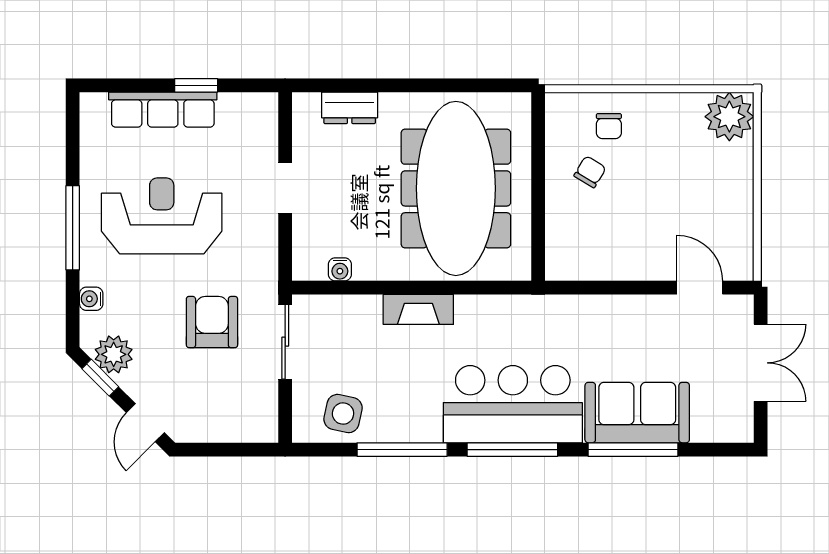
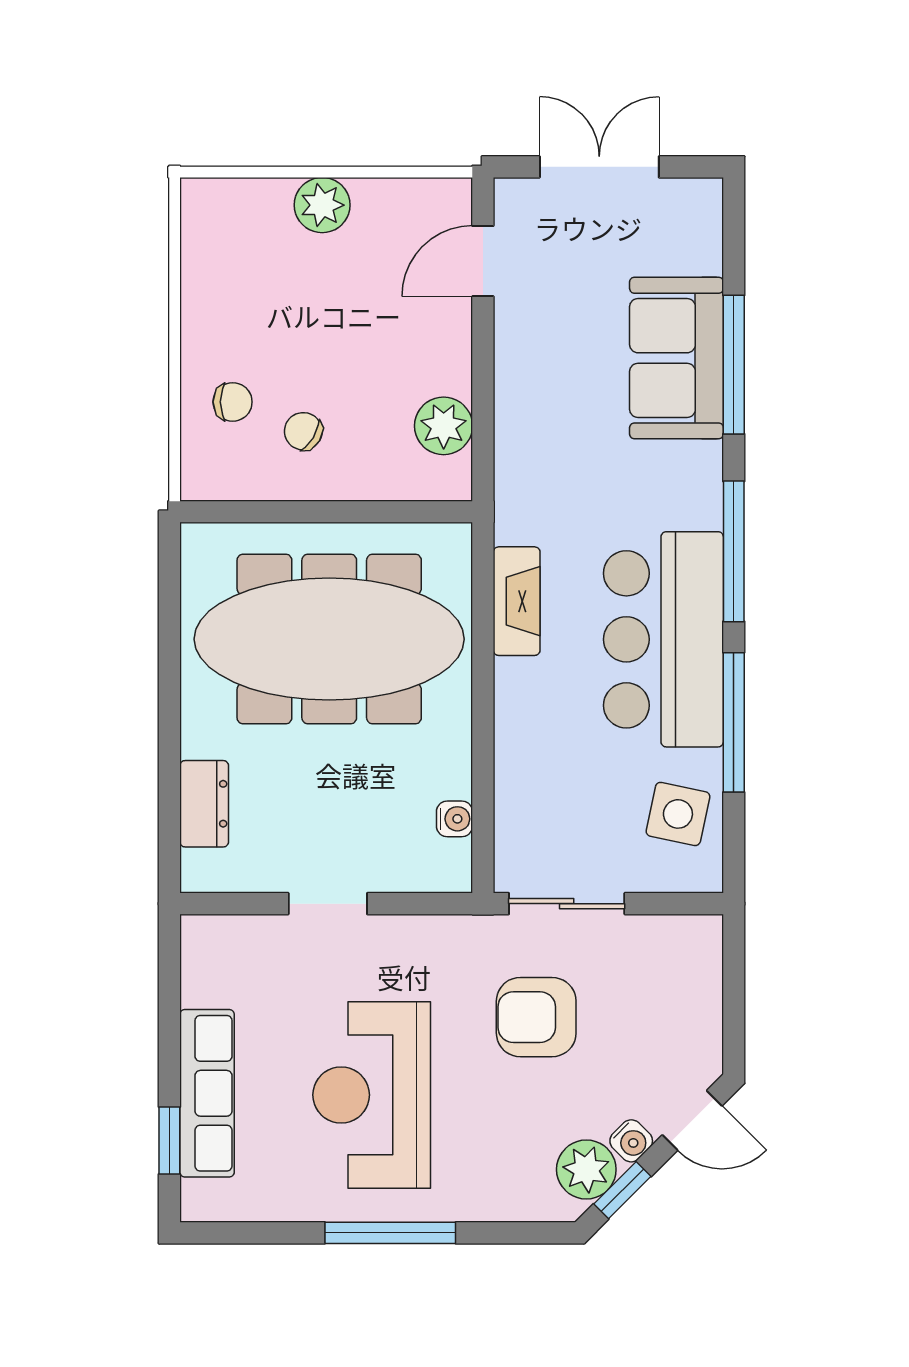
window: (196, 85) -> (169, 1140), moved
plant: (729, 117) -> (322, 205), moved, width x0.73, depth x0.73
plant: (593, 262) -> (444, 426), added
water cooler: (91, 299) -> (631, 1141), moved, turned -45
fireplace: (418, 309) -> (517, 601), moved
bar counter: (513, 404) -> (663, 639), moved

